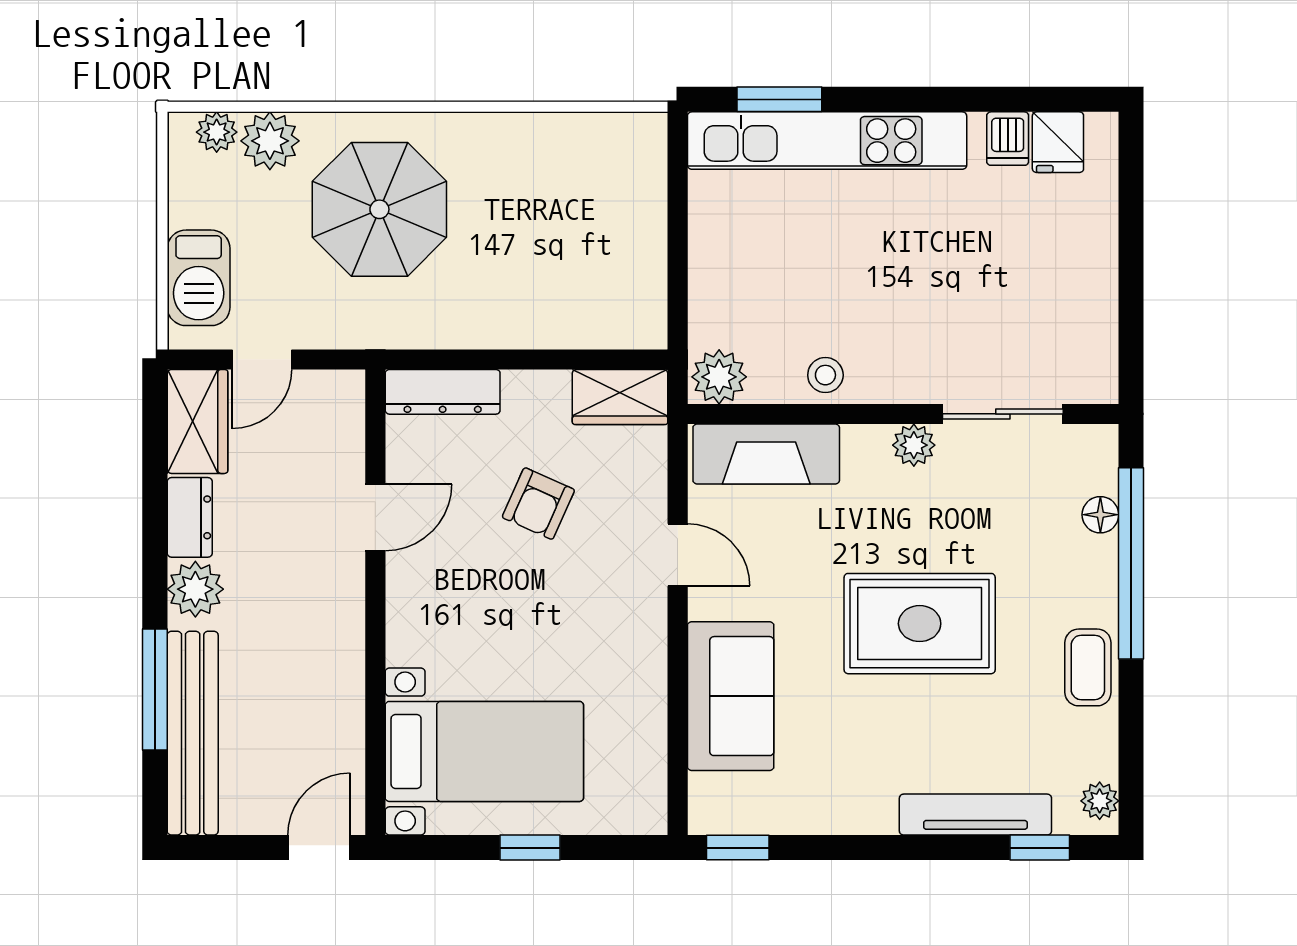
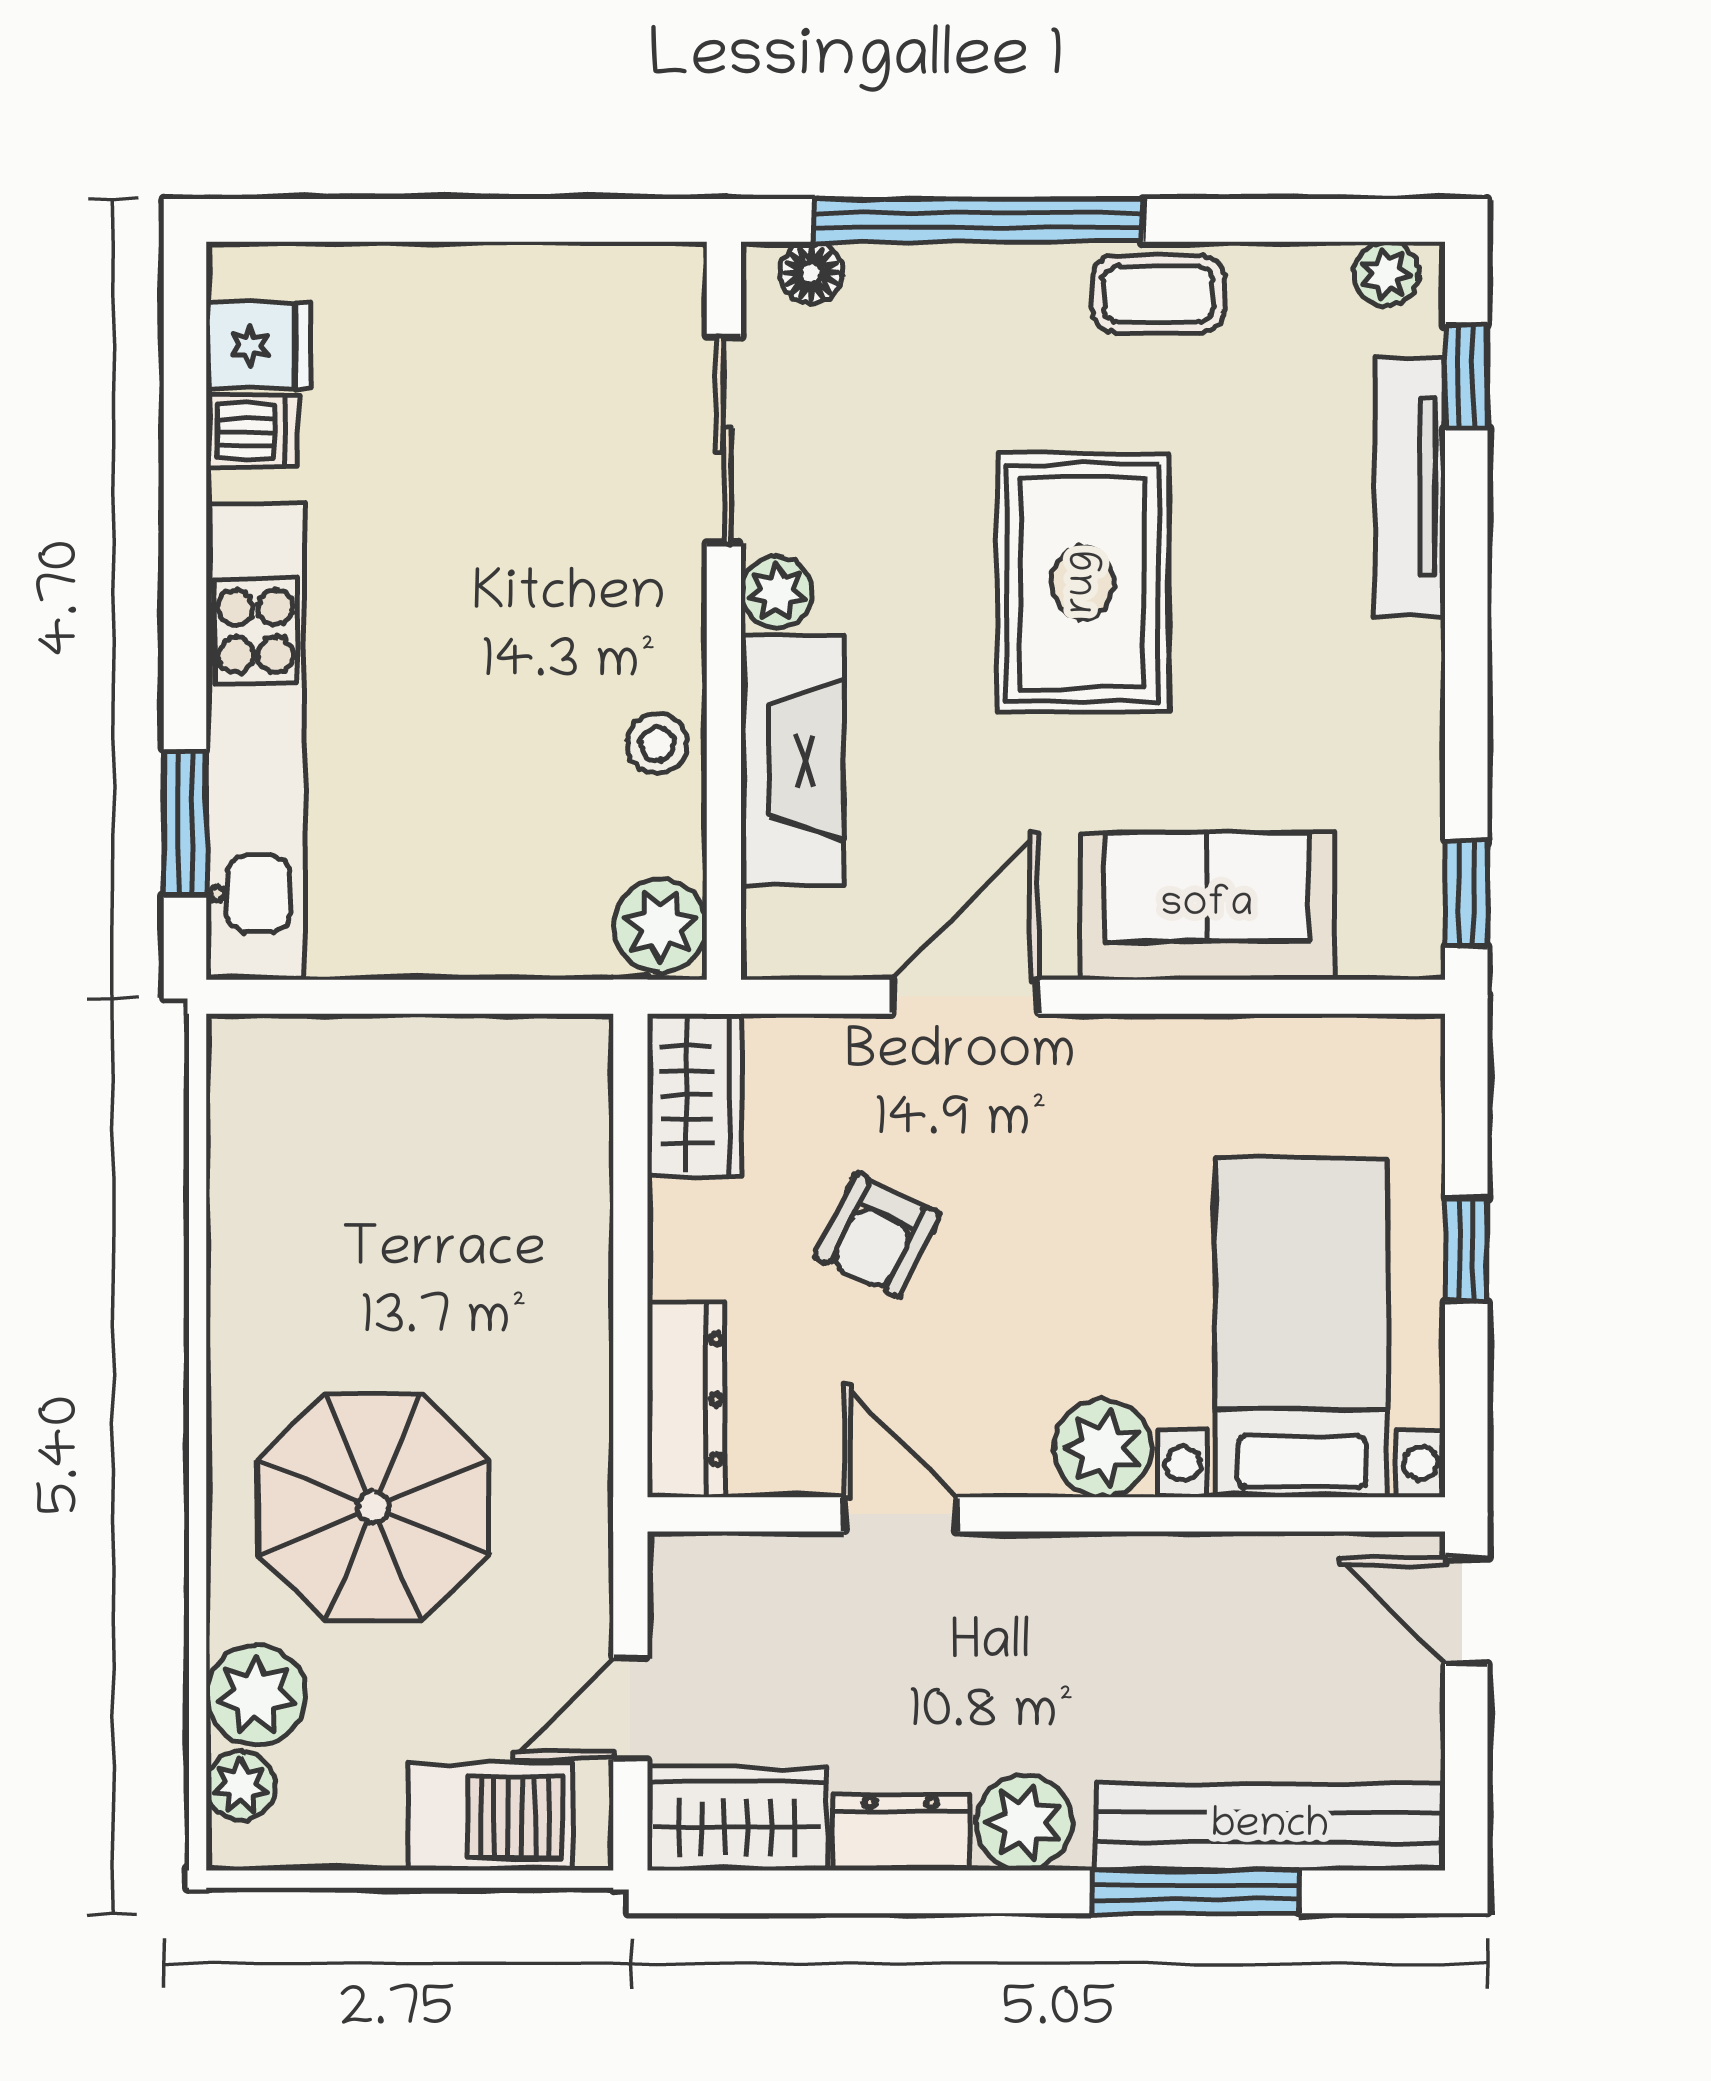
door: (262, 359) -> (630, 1708), swing flipped
fireplace: (766, 454) -> (792, 761), moved
armchair: (538, 504) -> (877, 1235), turned 92
floor lamp: (1100, 515) -> (811, 273), moved
door: (678, 555) -> (965, 997), width x1.38
plant: (414, 635) -> (1103, 1448), added

